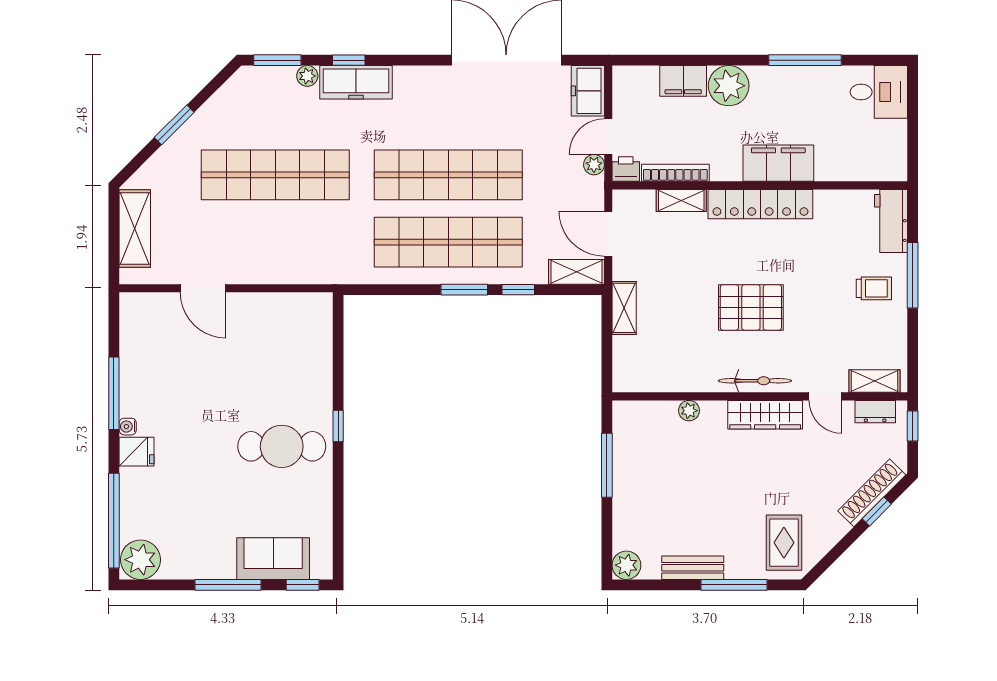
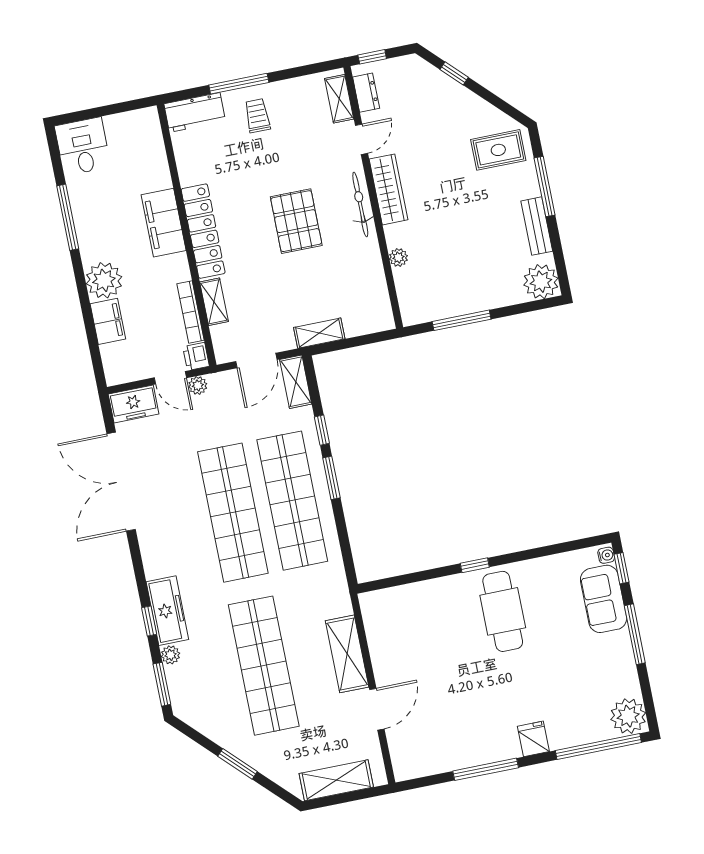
shelving: (270, 268) -> (347, 654), added
water cooler: (128, 427) -> (606, 555), moved, turned -90
shoe rack: (872, 493) -> (439, 81), removed
plant: (626, 565) -> (541, 282), width x1.36, depth x1.36

